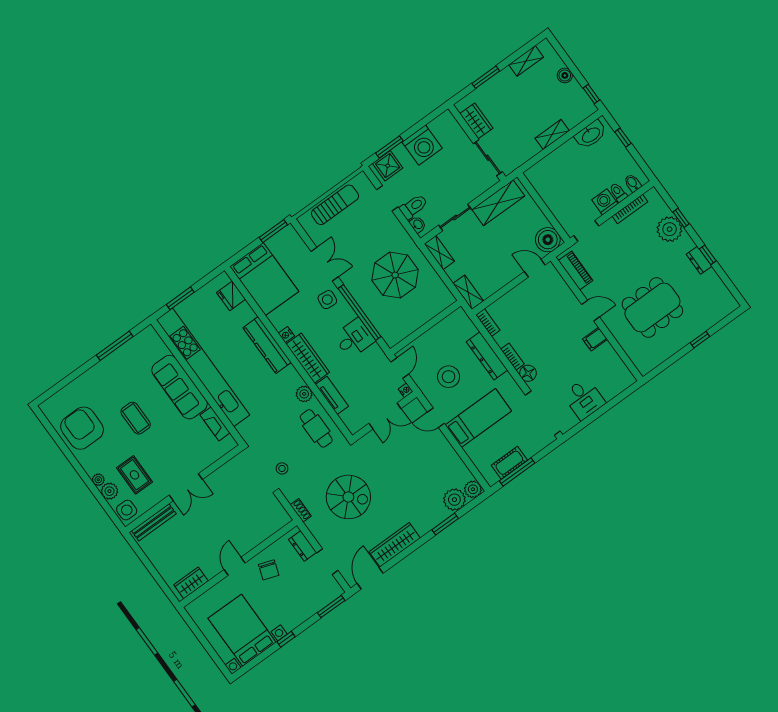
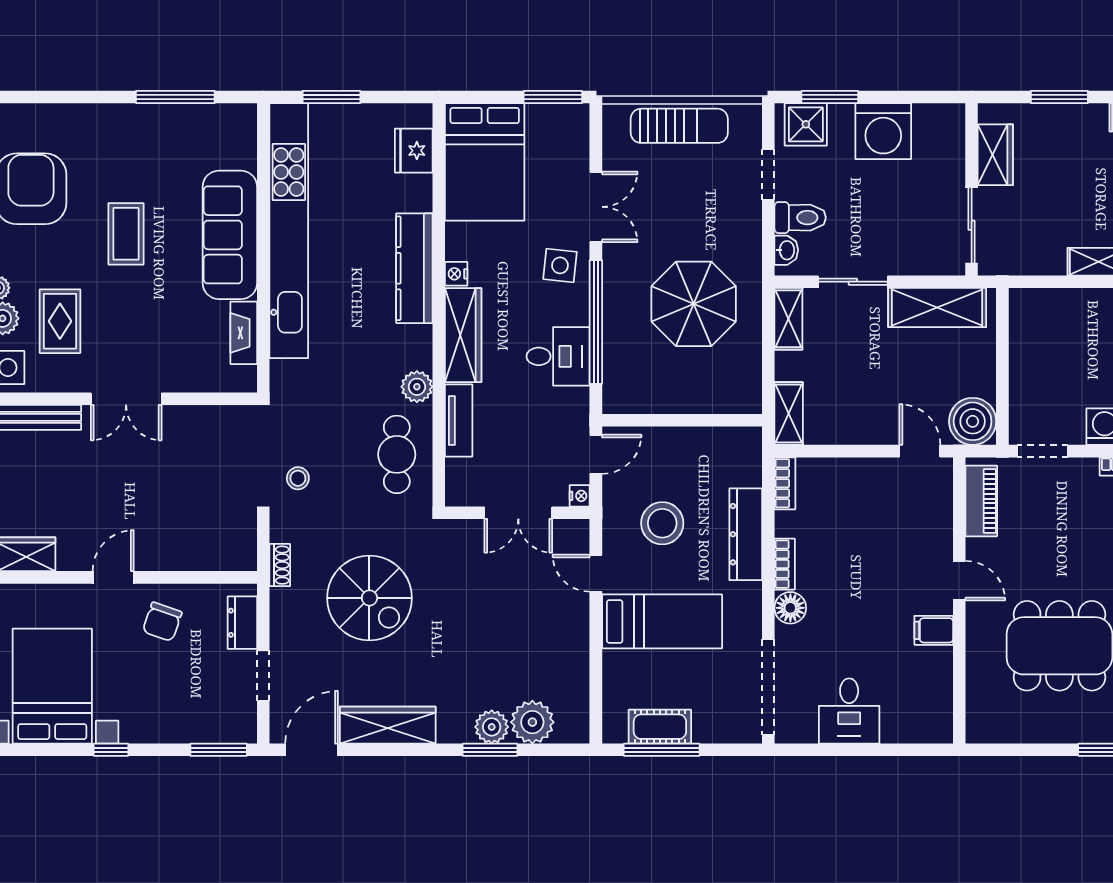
plant: (473, 489) -> (492, 727), moved

